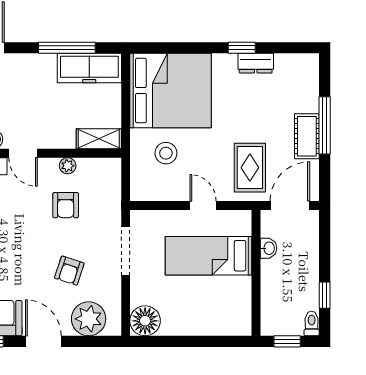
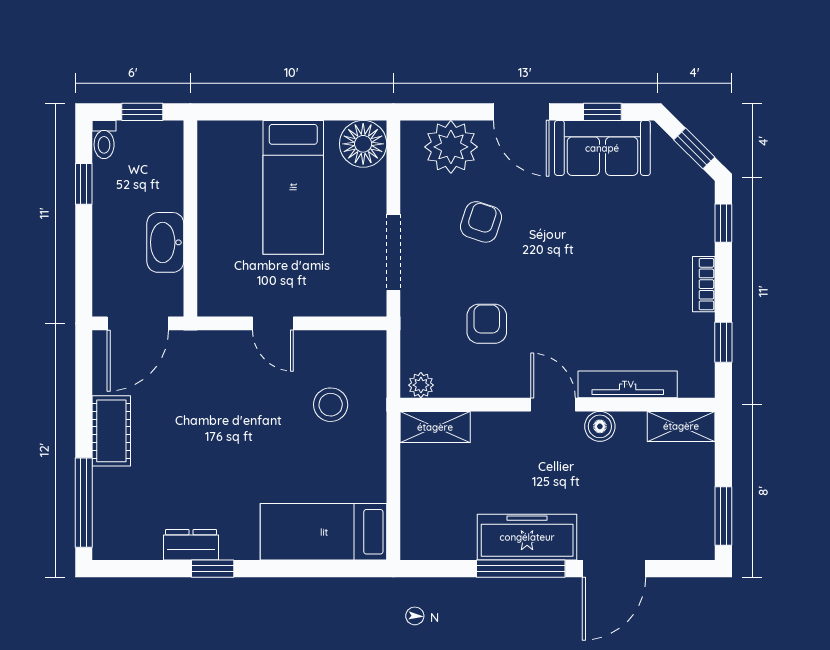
window: (67, 48) -> (521, 569), moved
freezer: (89, 68) -> (527, 537), moved
bed: (171, 90) -> (324, 532), width x0.49
window: (325, 125) -> (84, 503), moved
plant: (68, 166) -> (421, 385), moved
rug: (250, 168) -> (200, 382), removed
washbasin: (269, 248) -> (165, 242), width x1.91, depth x1.45
bed: (209, 256) -> (293, 187), moved, turned 90

